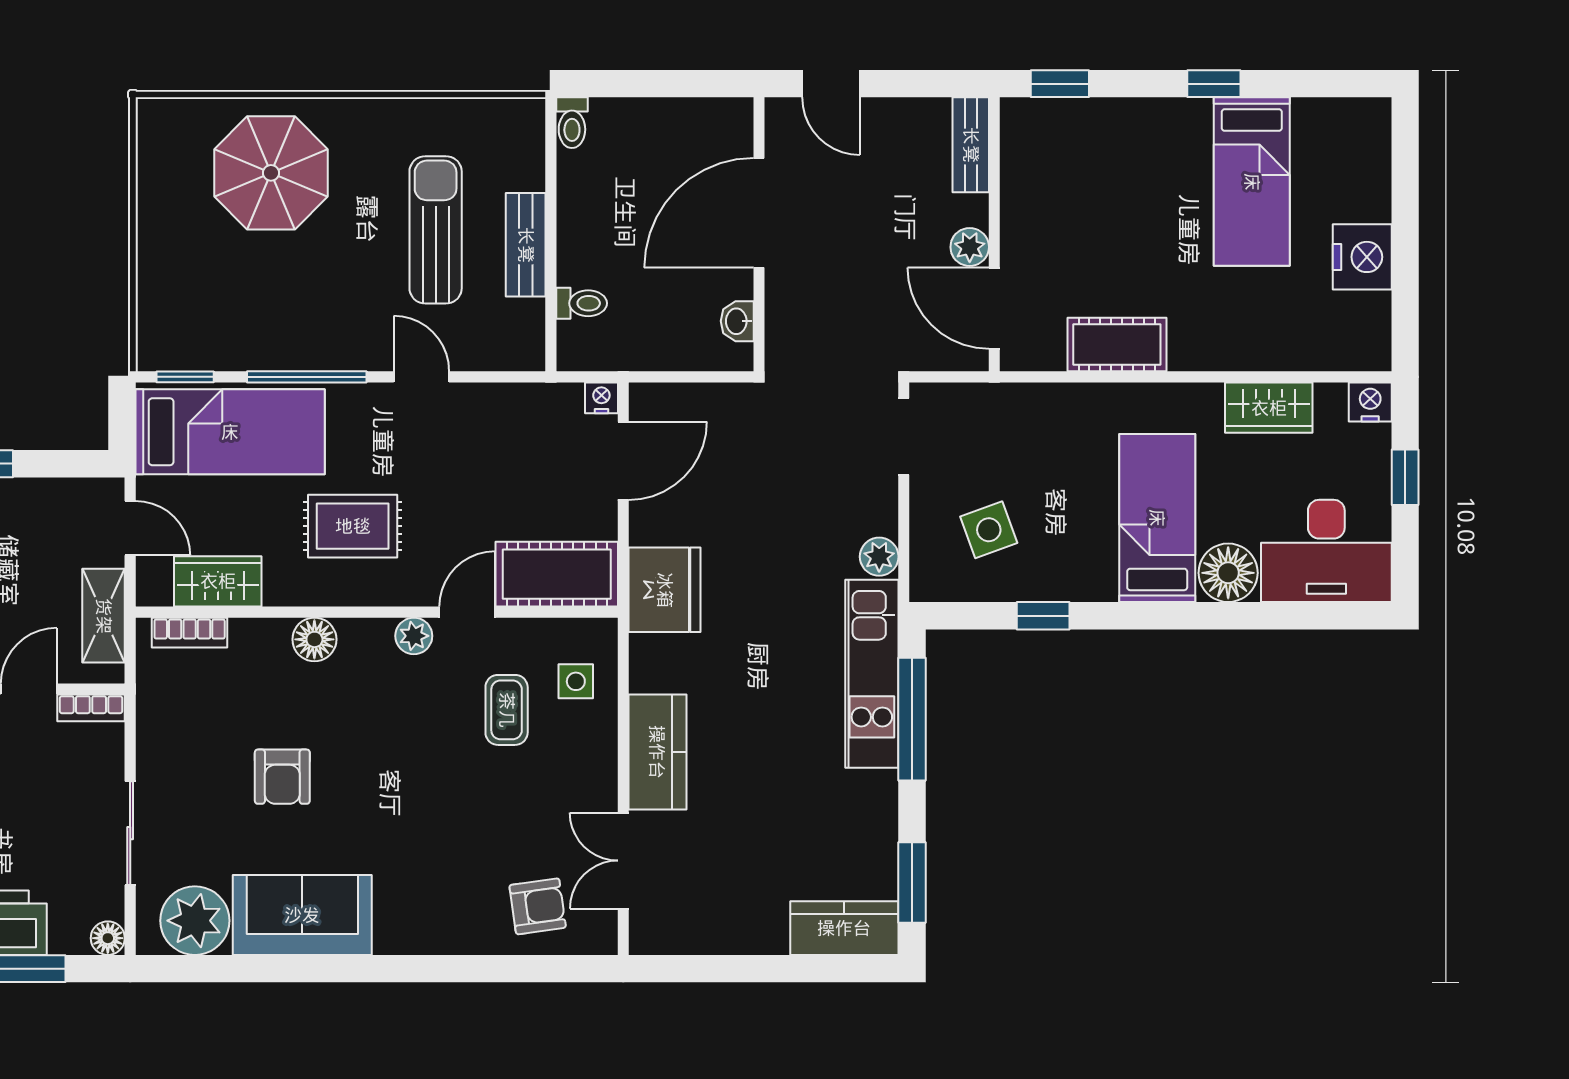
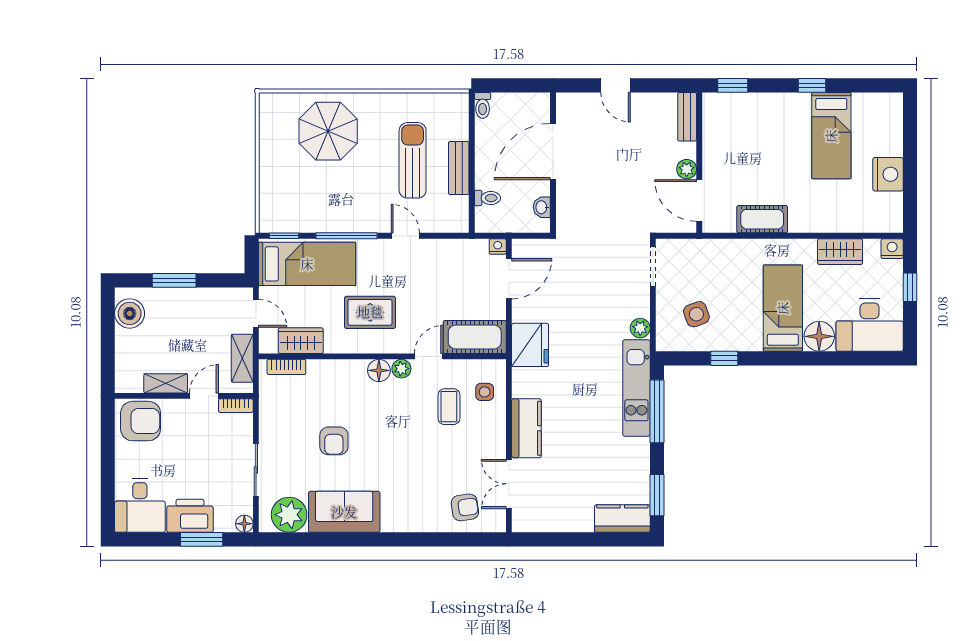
door: (759, 213) -> (553, 152), moved
wall: (759, 234) -> (553, 163), moved
washbasin: (737, 321) -> (542, 207), moved
floor lamp: (314, 639) -> (379, 370), moved

